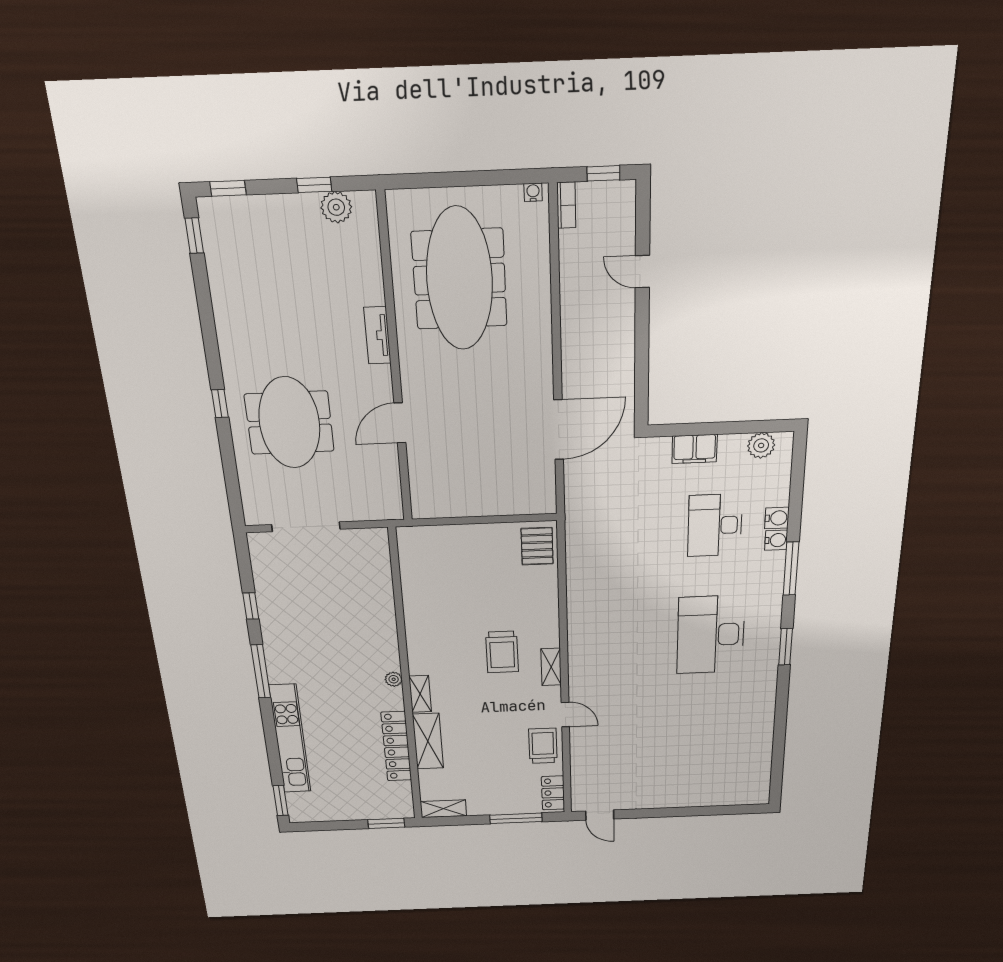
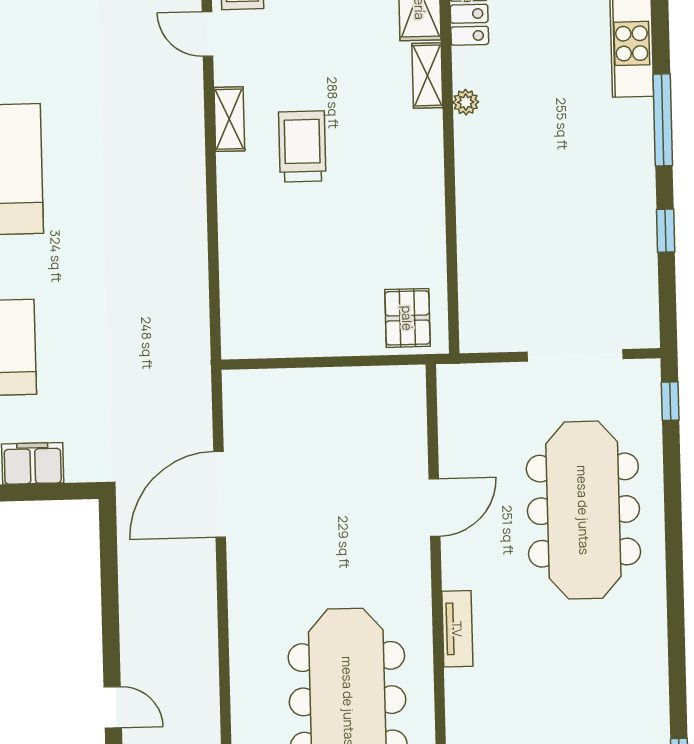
window: (220, 404) -> (670, 401), moved
meeting table: (289, 423) -> (583, 510), width x1.36
pallet: (537, 546) -> (407, 318), moved

